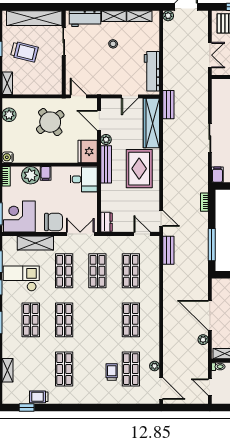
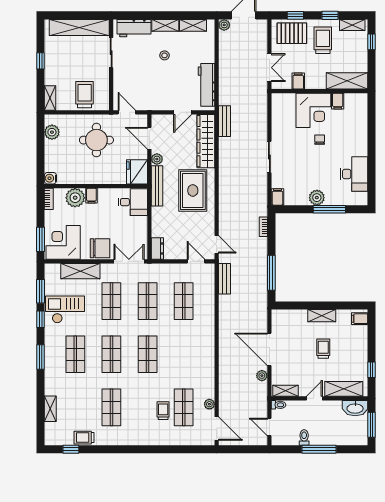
trolley: (24, 52) -> (85, 95), moved, turned -104
round table: (50, 122) -> (96, 140), turned 38
shop shelf: (131, 320) -> (148, 354), moved

